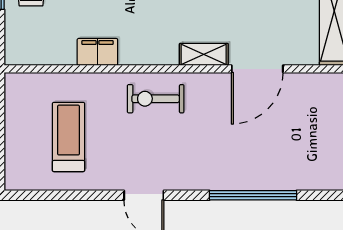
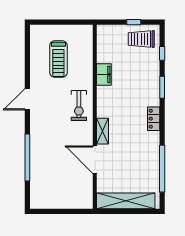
exercise bike: (156, 99) -> (79, 106), turned 180
treadmill: (68, 137) -> (58, 59), turned 90

